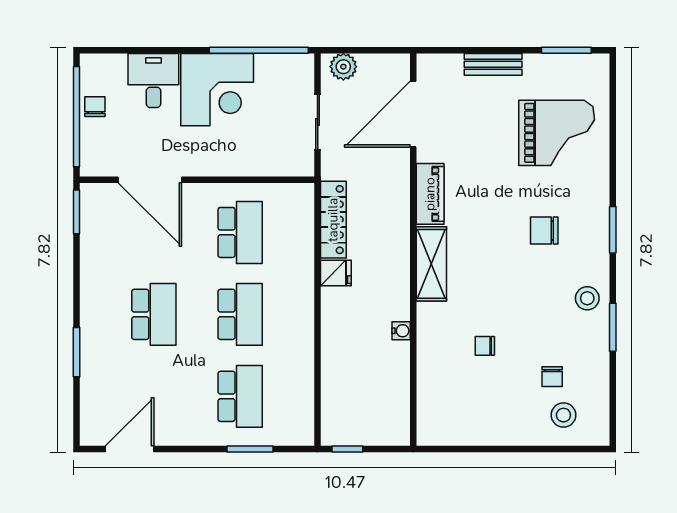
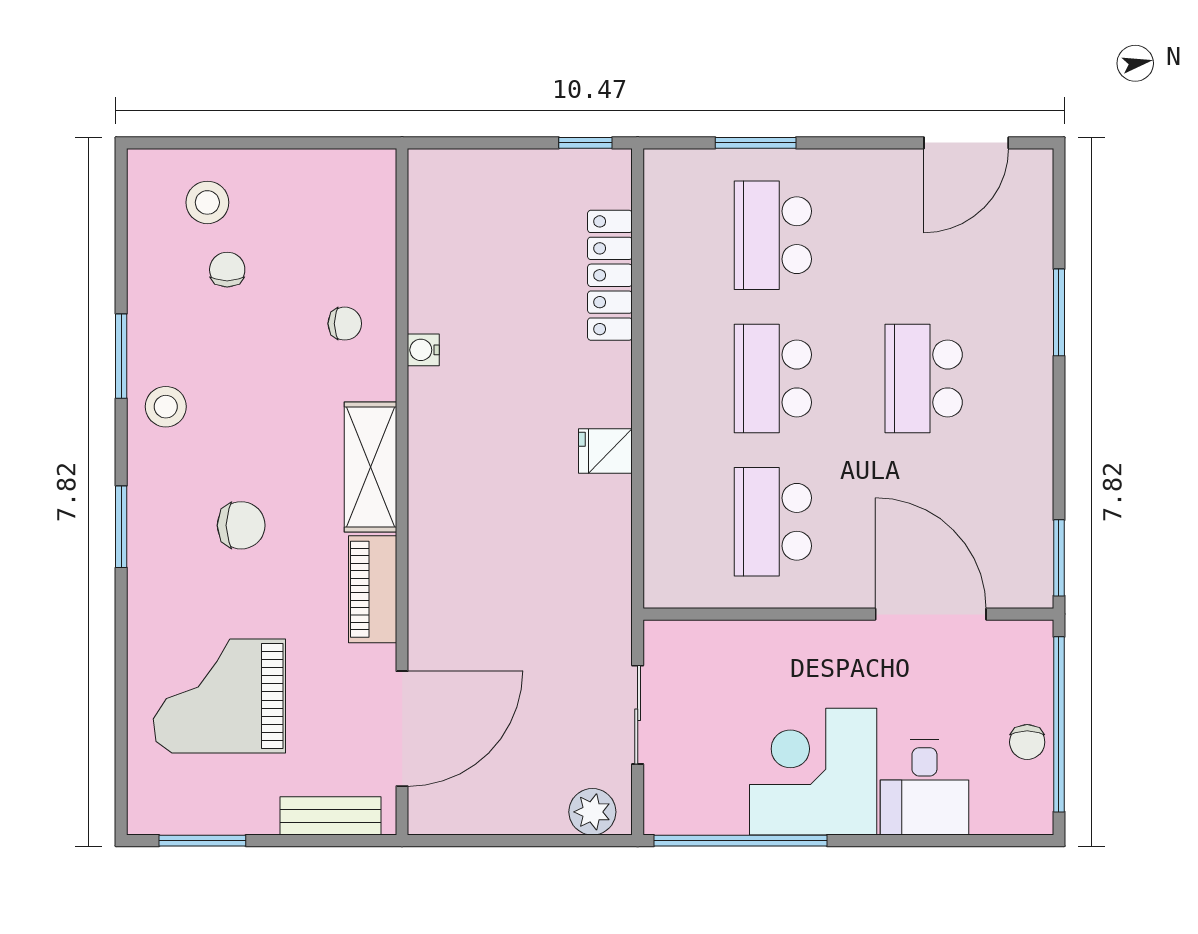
door: (413, 114) -> (402, 729), moved
piano: (430, 194) -> (373, 589), moved
locker: (333, 220) -> (610, 275), moved
wall: (413, 250) -> (402, 492), moved
shelving: (431, 264) -> (370, 467), moved
water cooler: (401, 331) -> (423, 350), moved

